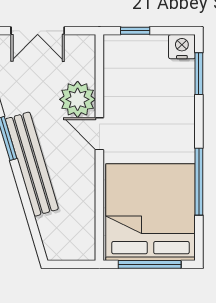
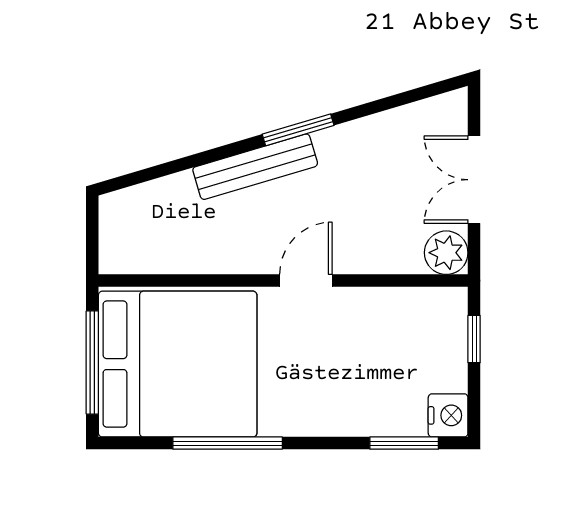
plant: (78, 99) -> (446, 253), moved, width x0.73, depth x0.73
bench: (32, 164) -> (255, 167), width x0.73, depth x0.82

